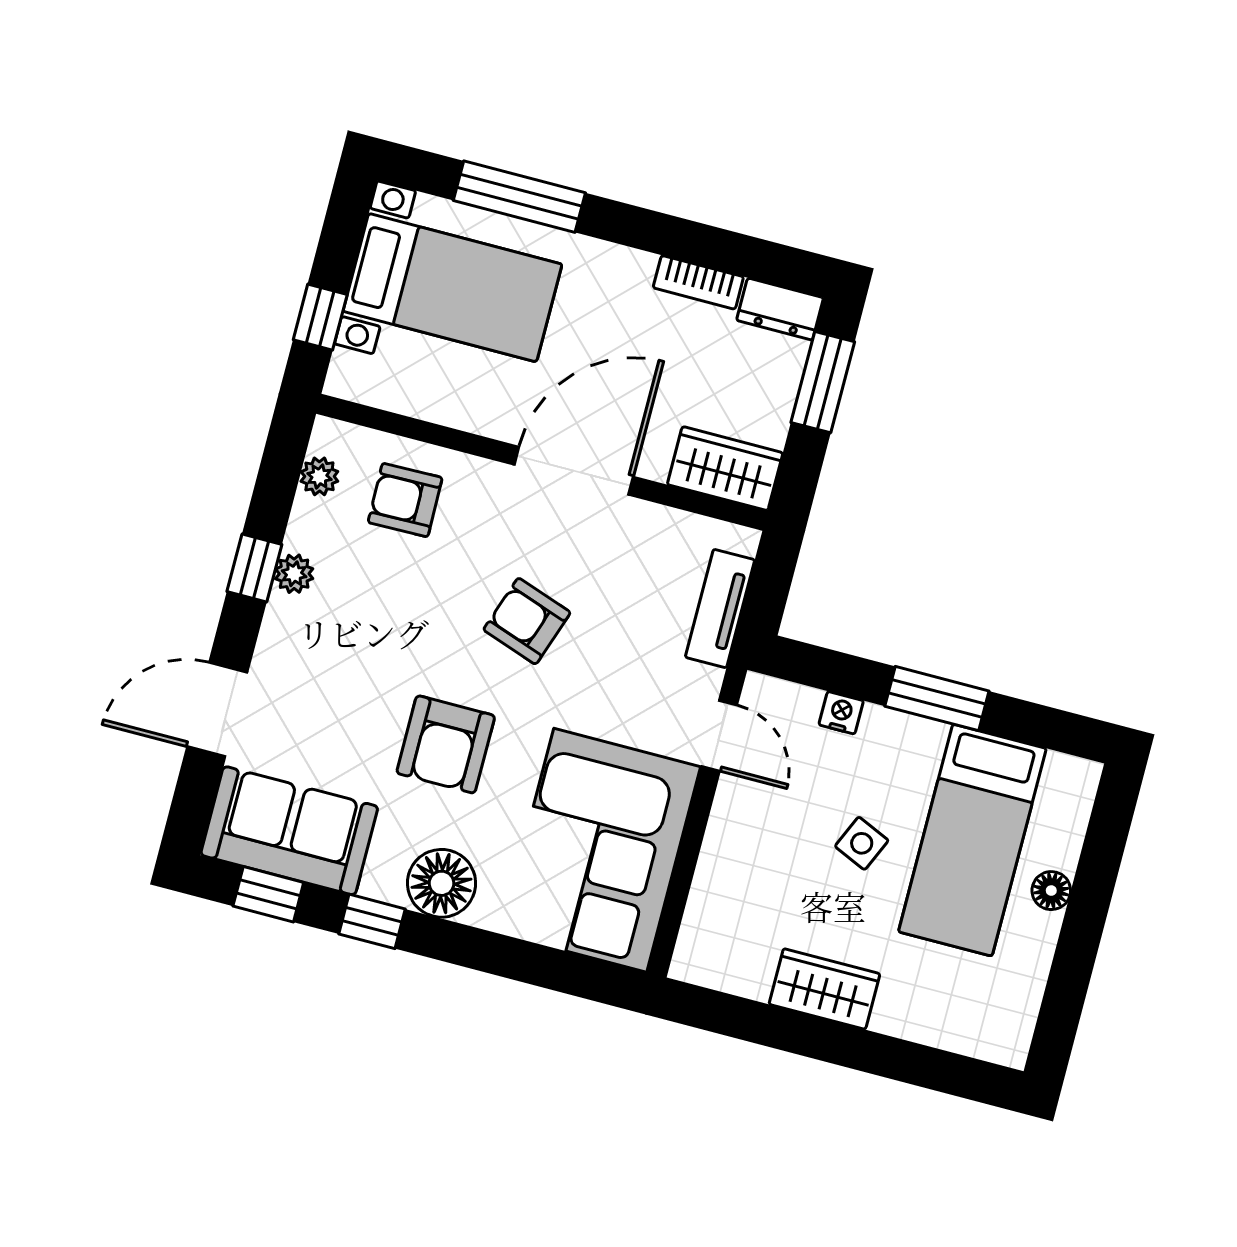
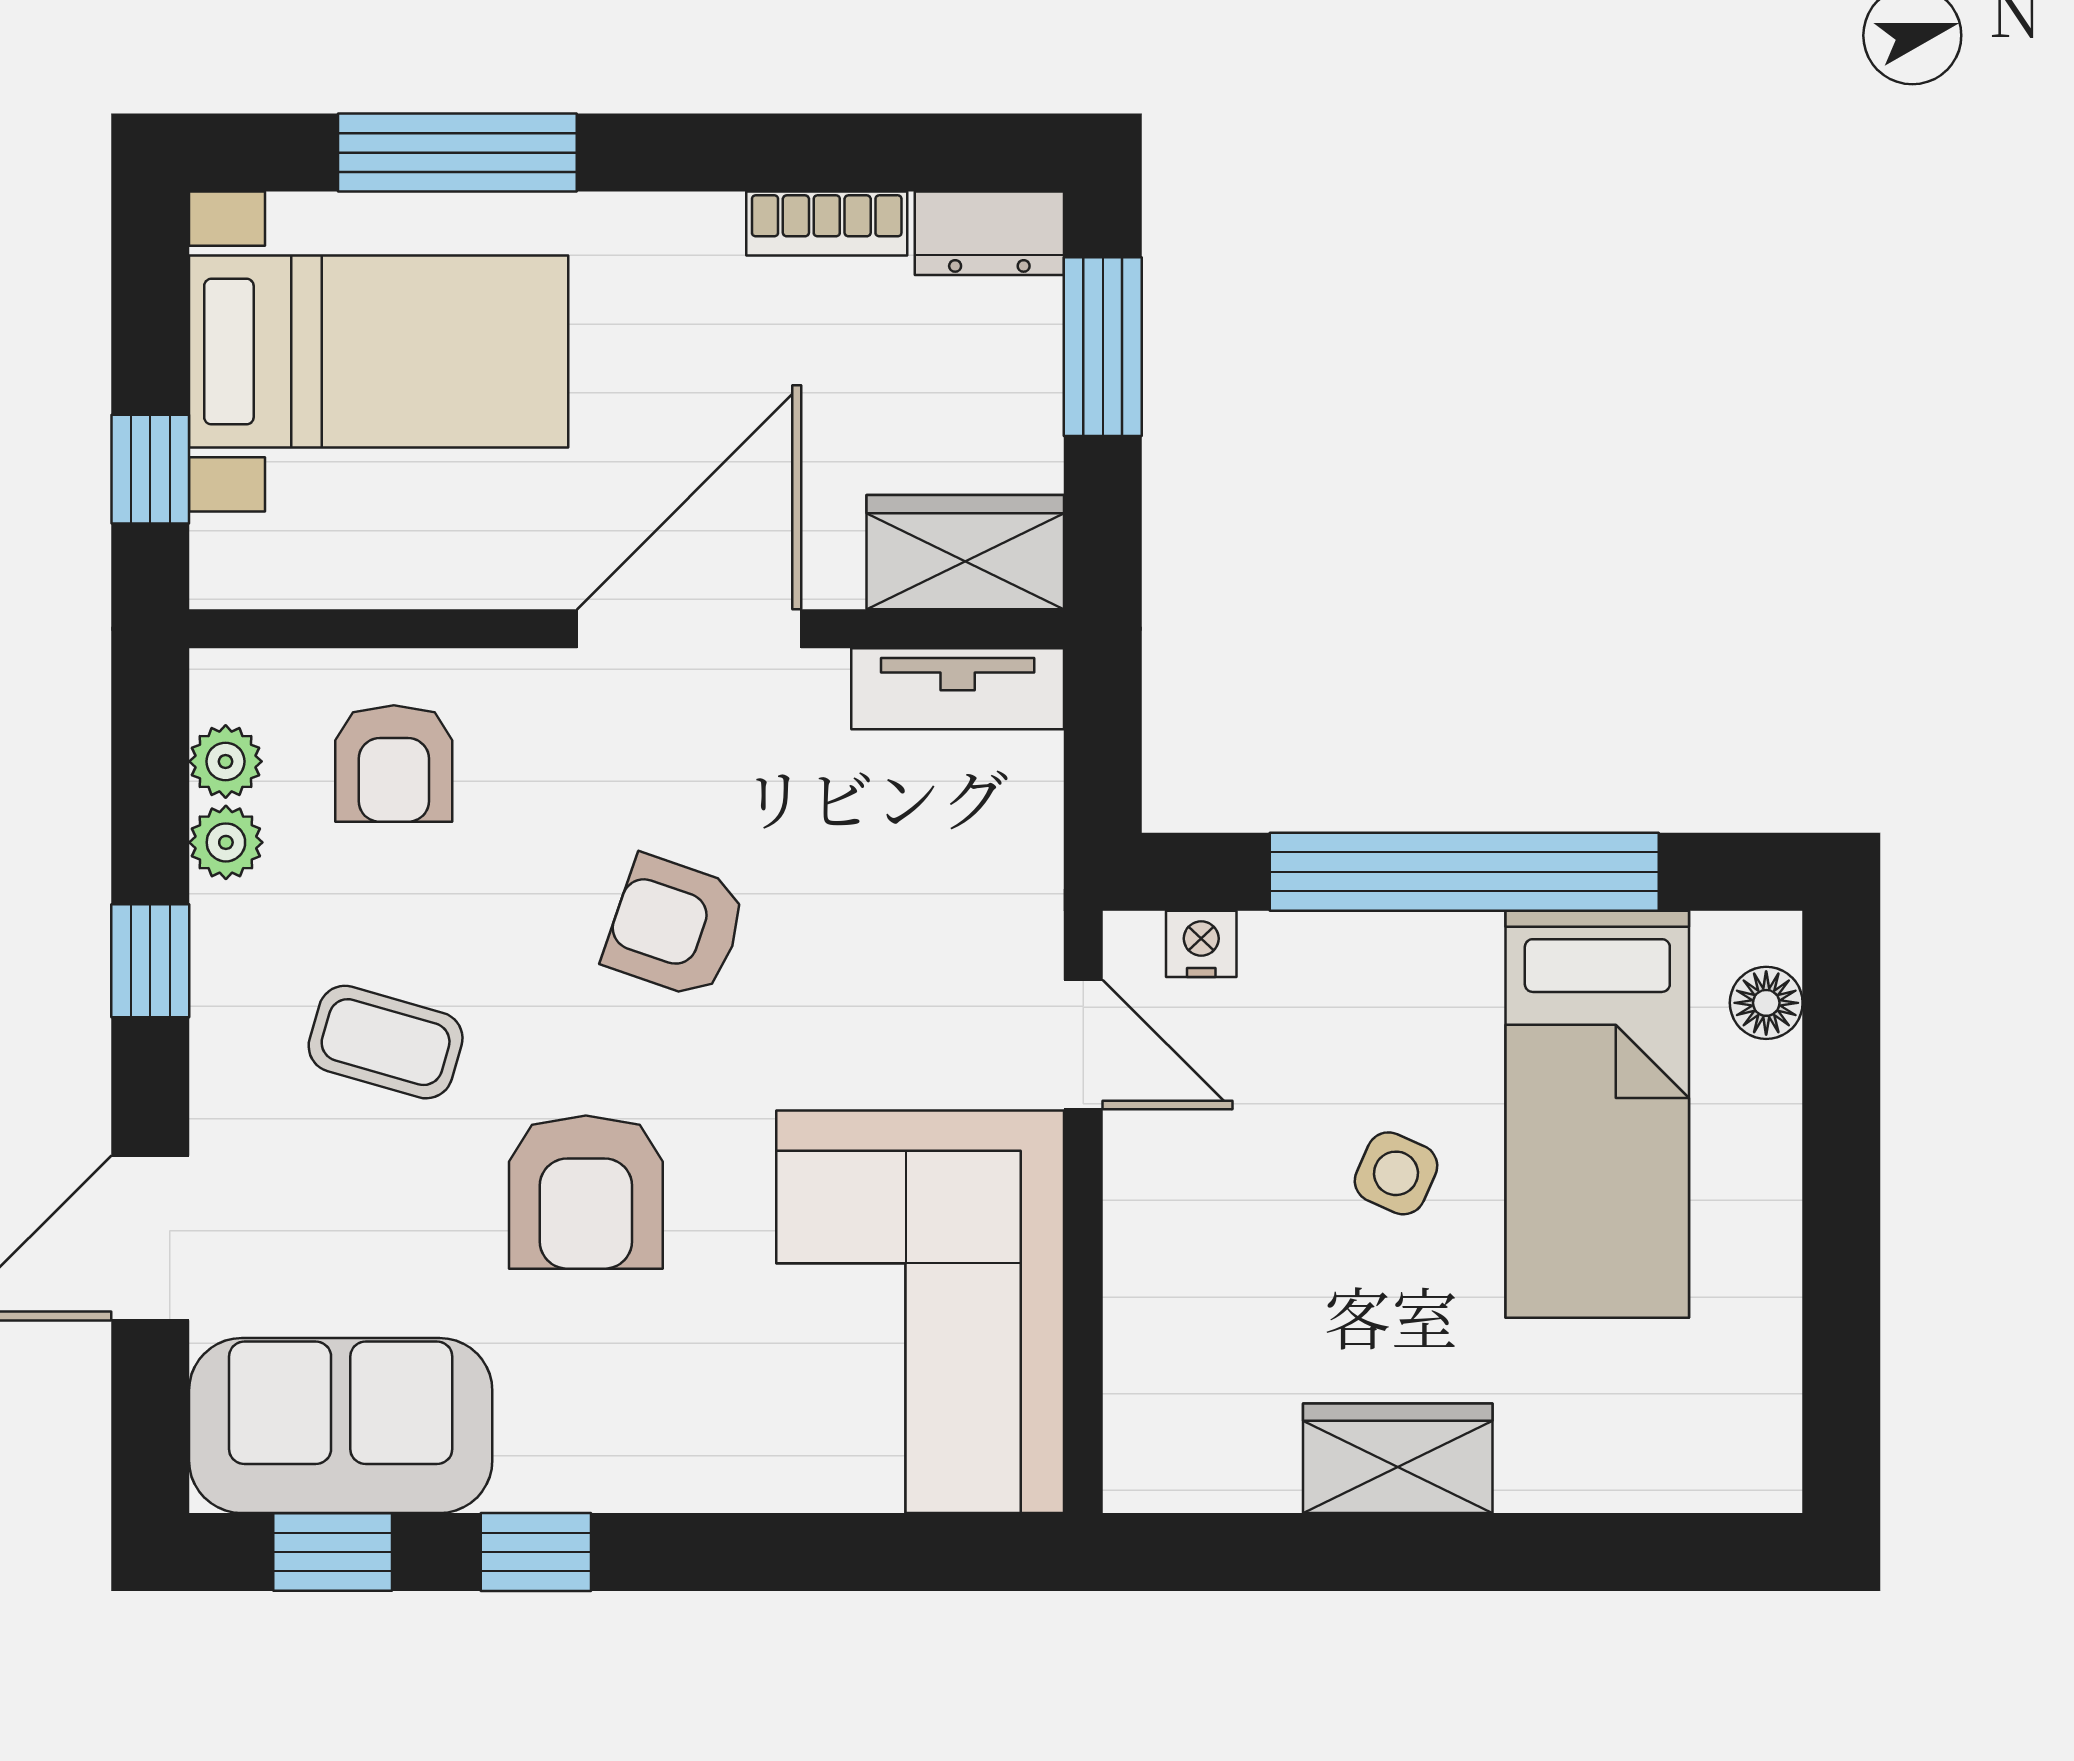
armchair: (405, 500) -> (394, 764), turned -89
plant: (294, 574) -> (226, 842), moved
tv unit: (720, 609) -> (958, 689), moved, turned -90
coffee table: (364, 641) -> (386, 1042), added
window: (937, 699) -> (1464, 872), width x2.11
nightstand: (841, 713) -> (1201, 944), moved
floor lamp: (442, 883) -> (645, 1449), removed
floor lamp: (1051, 891) -> (1766, 1003), moved

